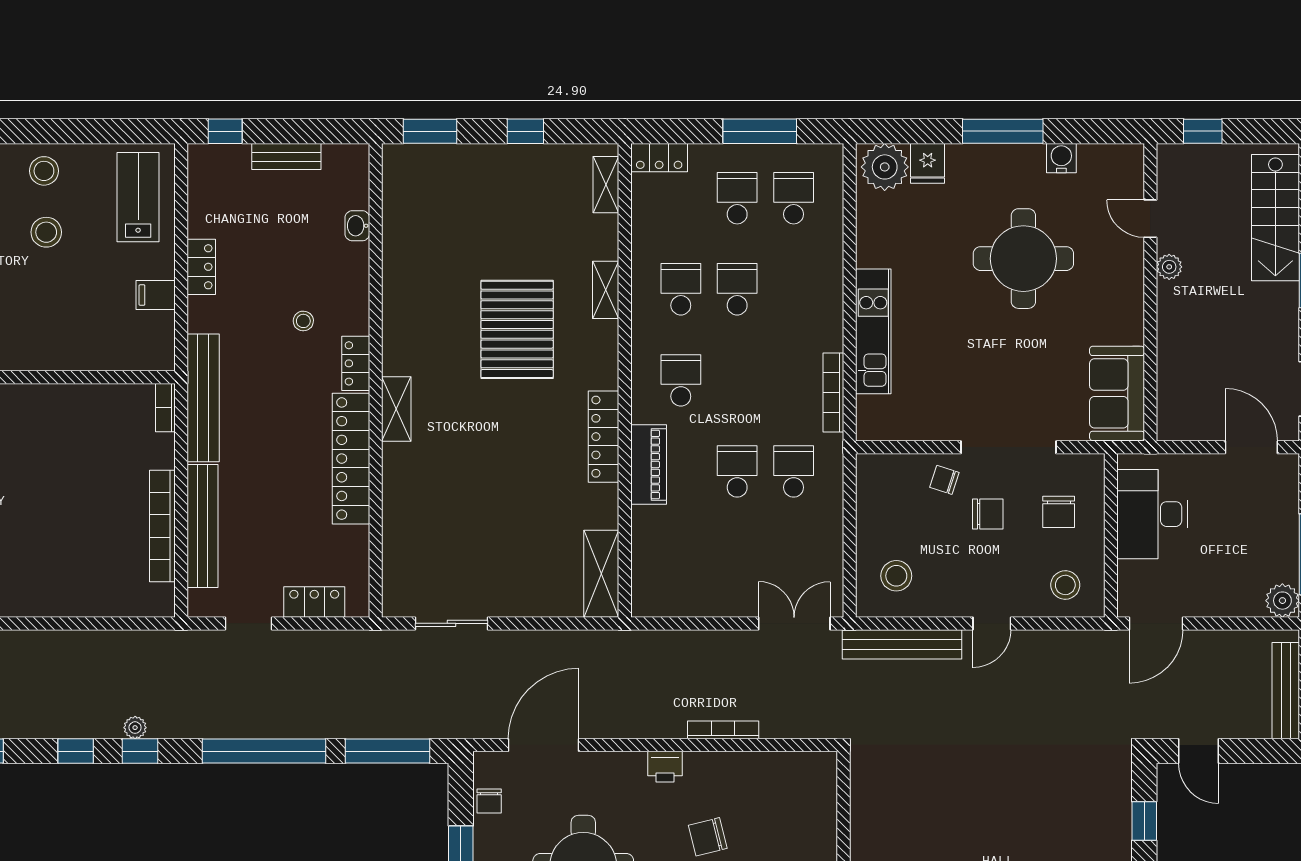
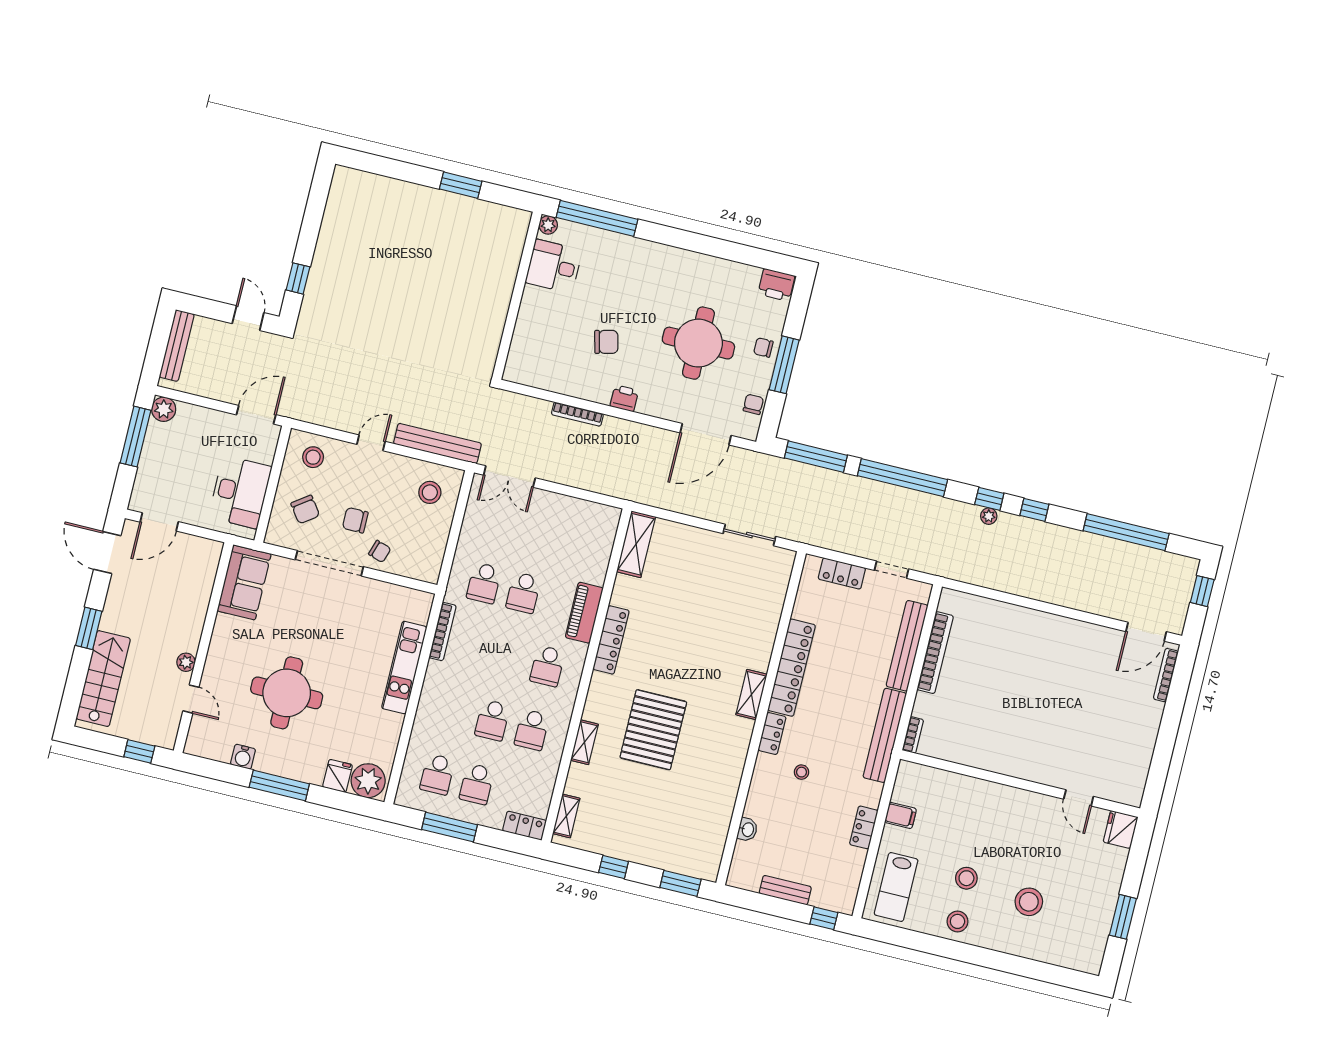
door: (1251, 447) -> (159, 522), hinge flipped
chair: (1059, 512) -> (305, 509), turned 144

